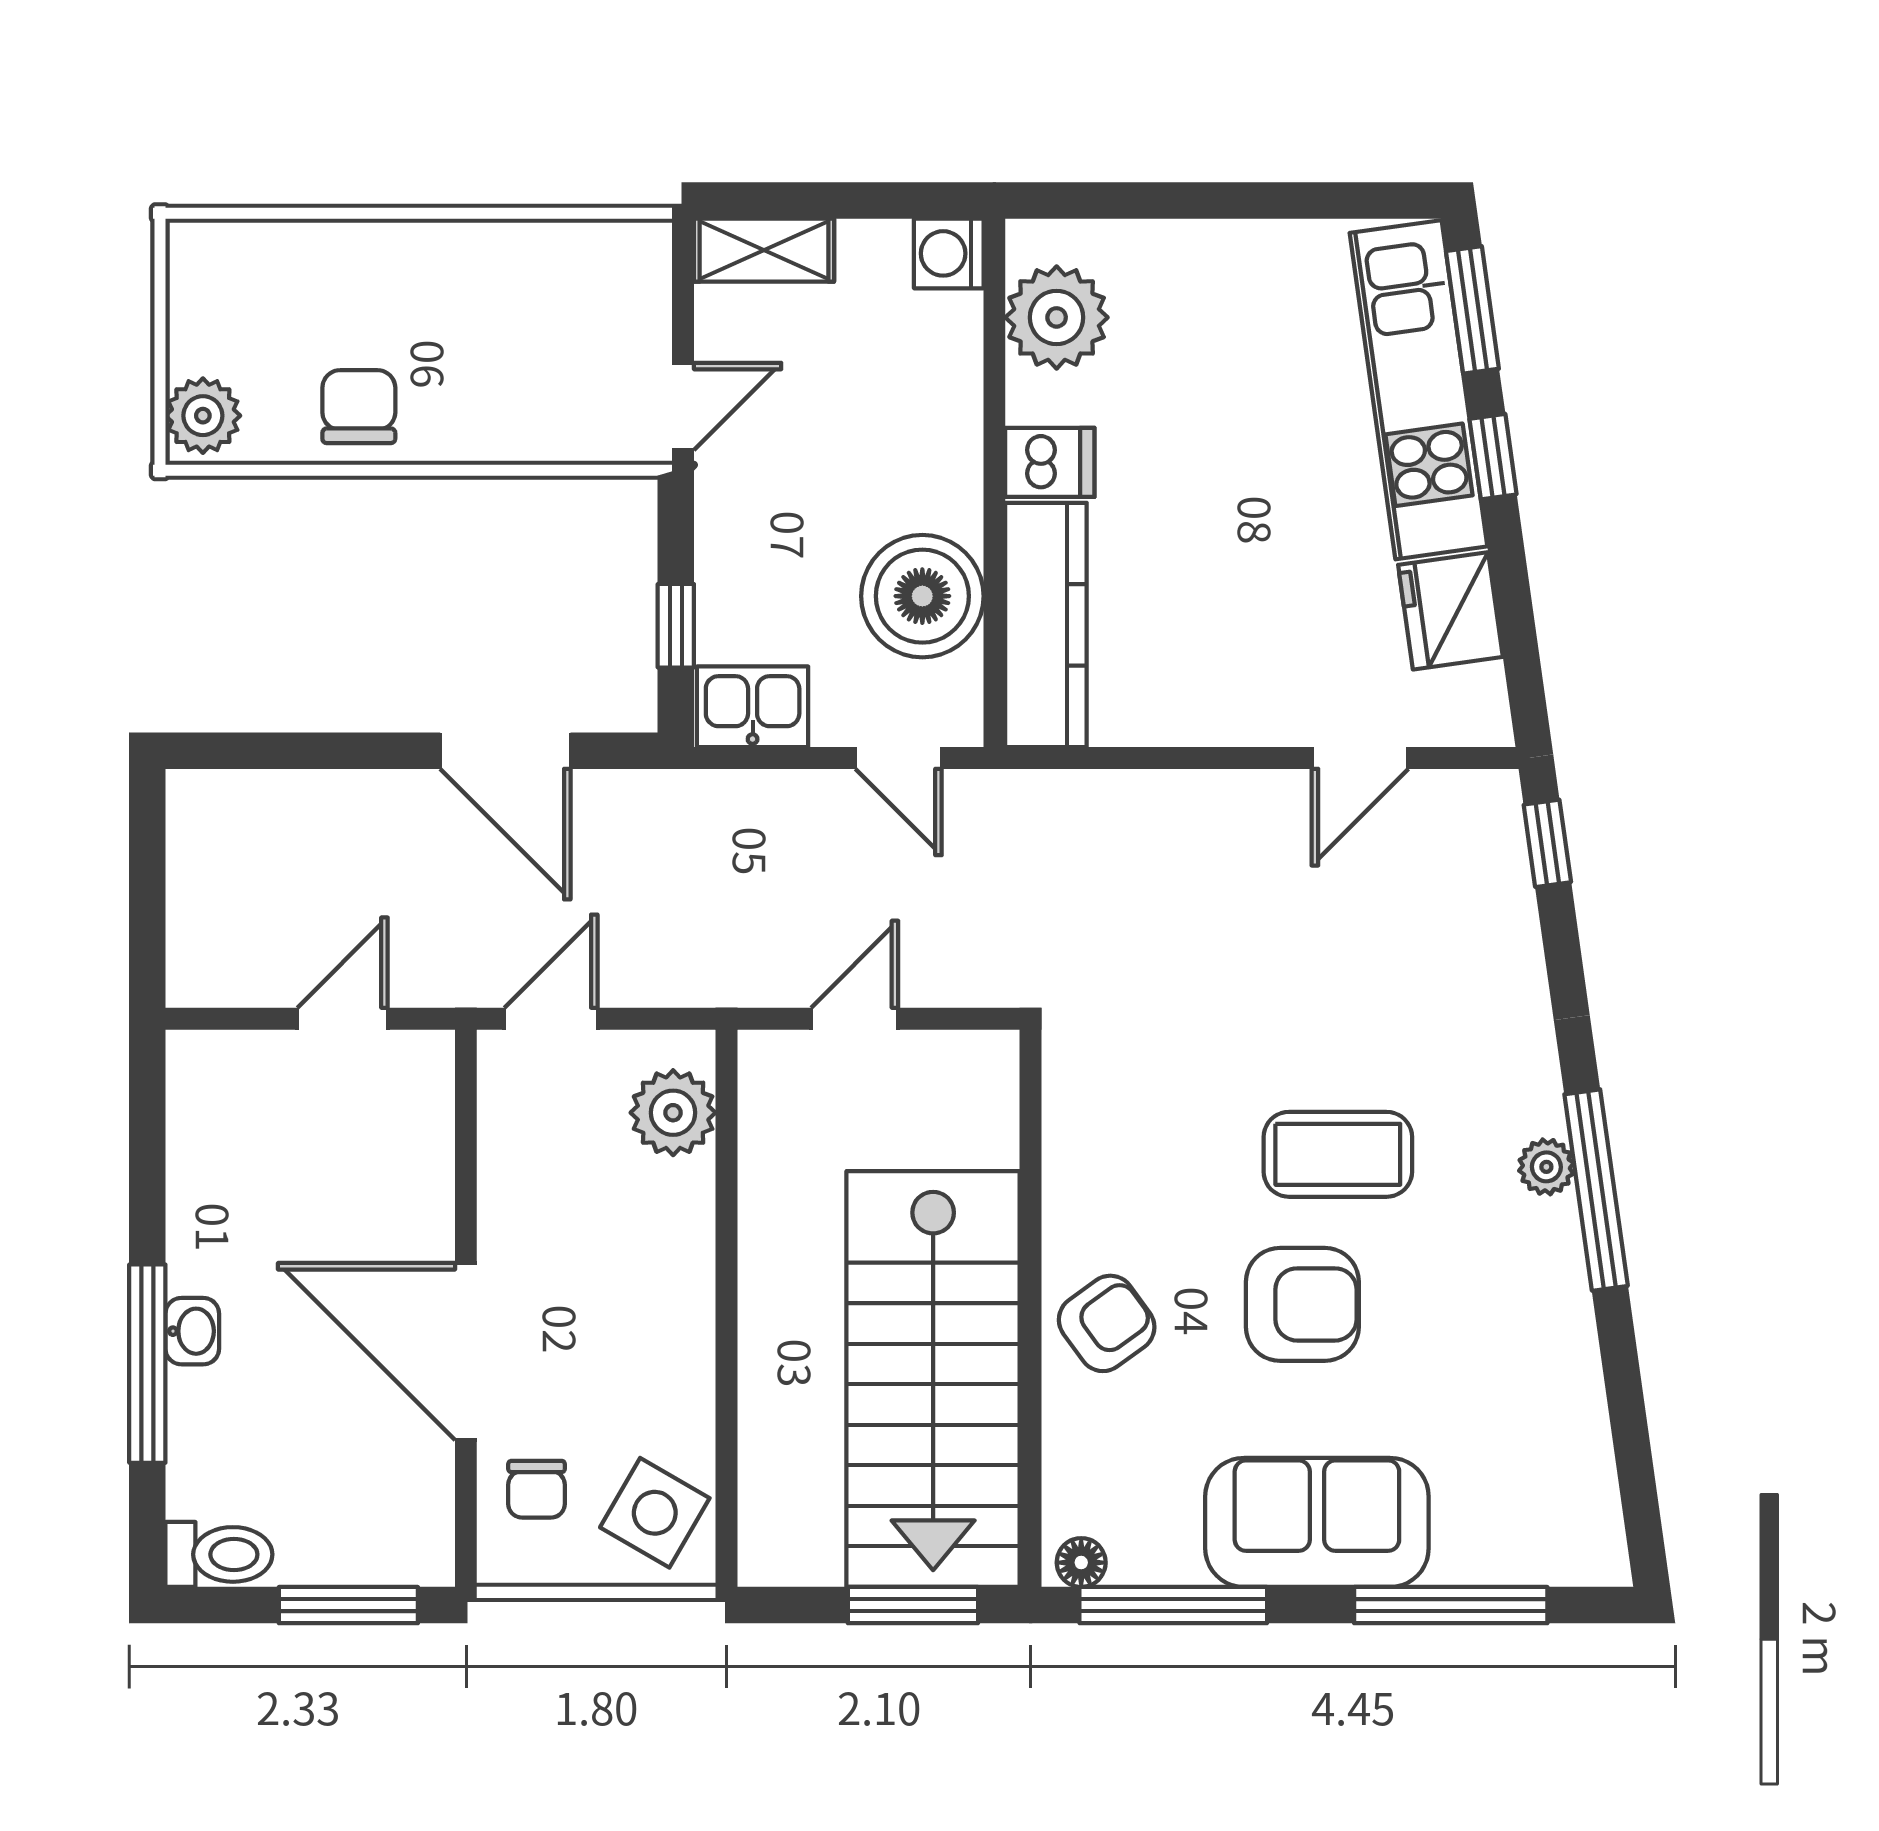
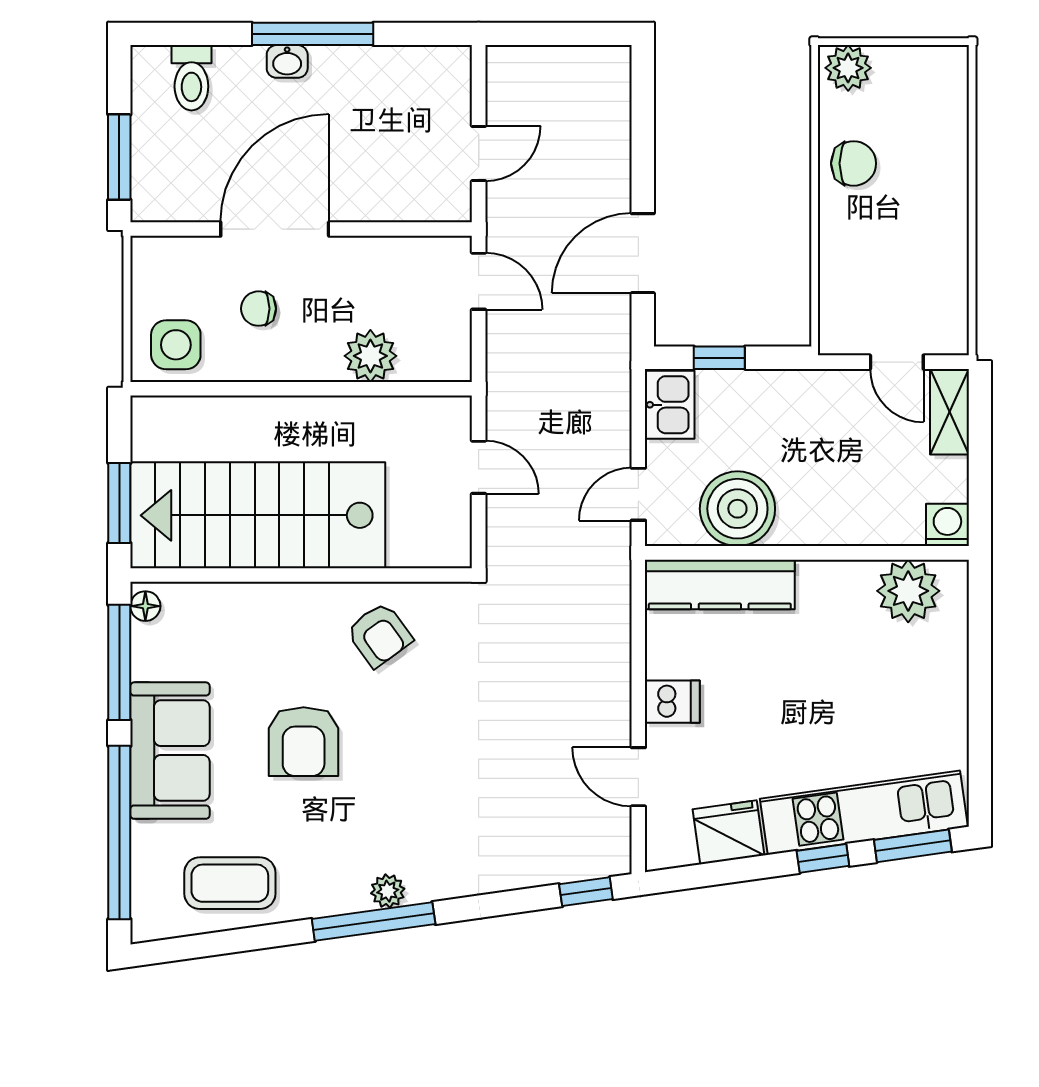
door: (683, 406) -> (897, 362), moved
dishwasher: (1050, 462) -> (672, 702), moved, turned -90
door: (343, 1019) -> (479, 153), hinge flipped
plant: (673, 1113) -> (370, 356), moved
coffee table: (1338, 1154) -> (230, 883), moved, turned 90
armchair: (1107, 1323) -> (379, 635), moved
window: (147, 1364) -> (313, 34), moved
chair: (537, 1489) -> (259, 309), moved
side table: (655, 1513) -> (176, 345), turned -30
toilet: (219, 1554) -> (191, 78), moved
window: (1451, 1605) -> (119, 832), width x1.46

